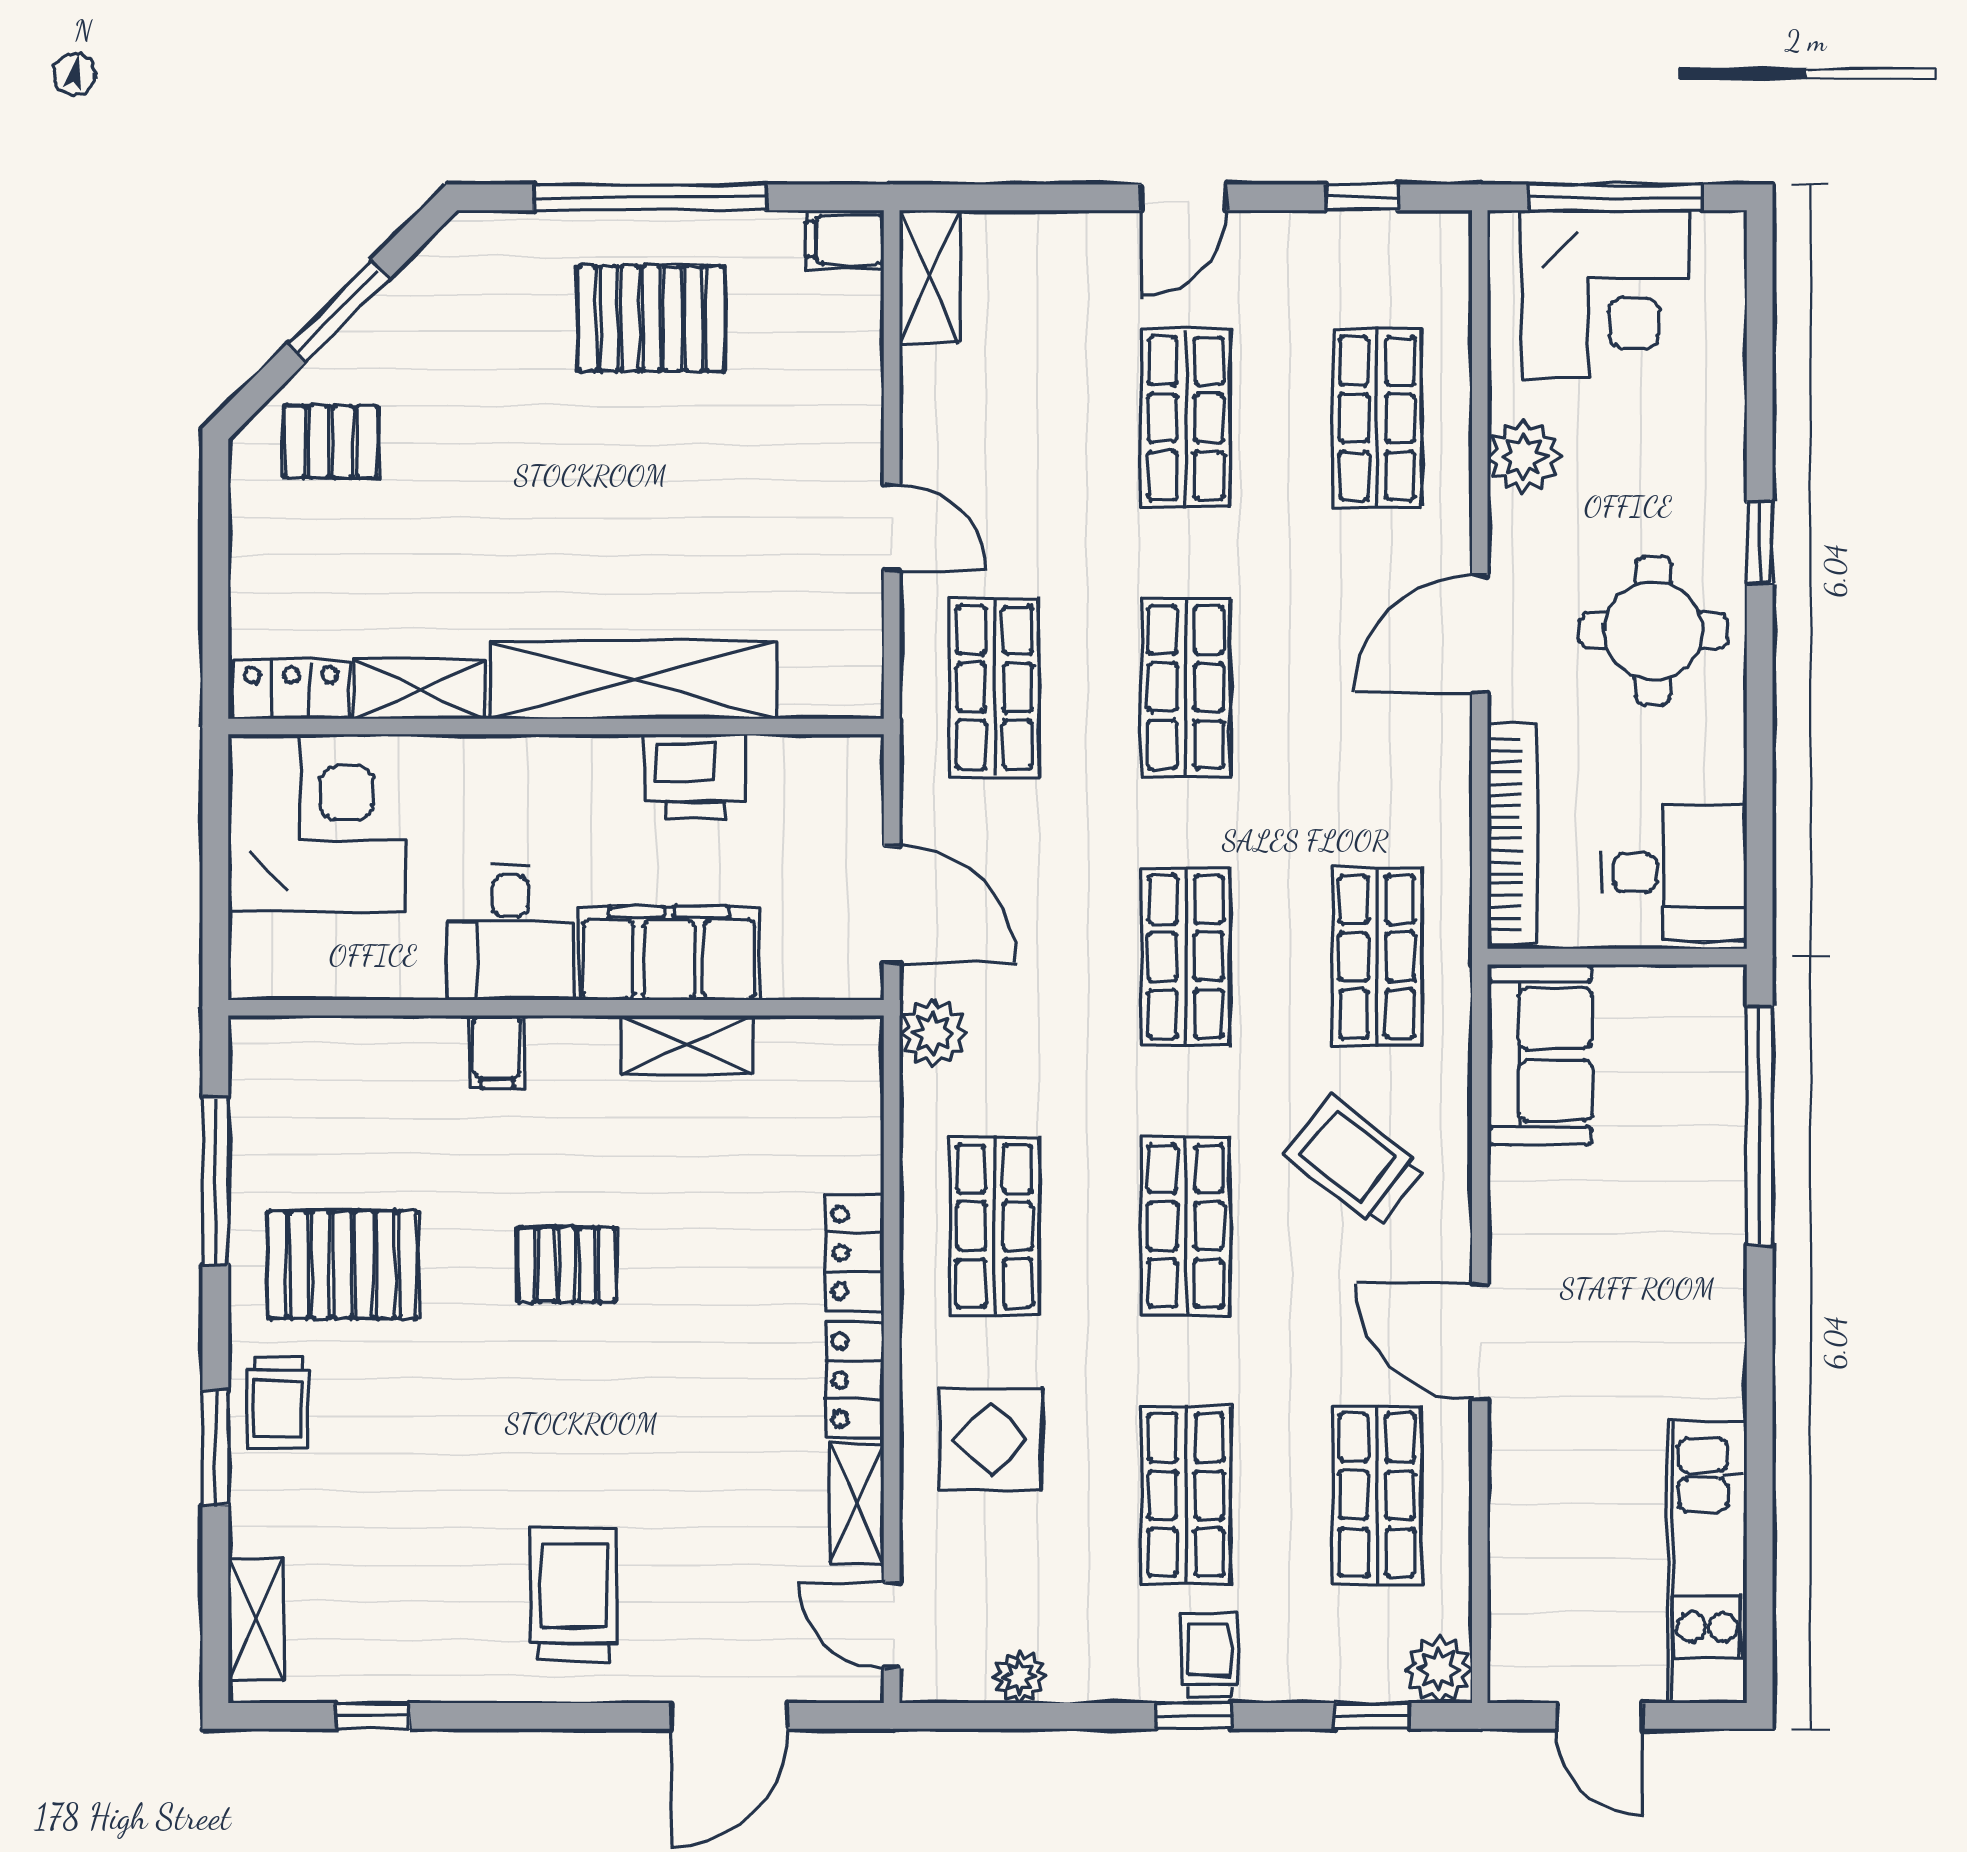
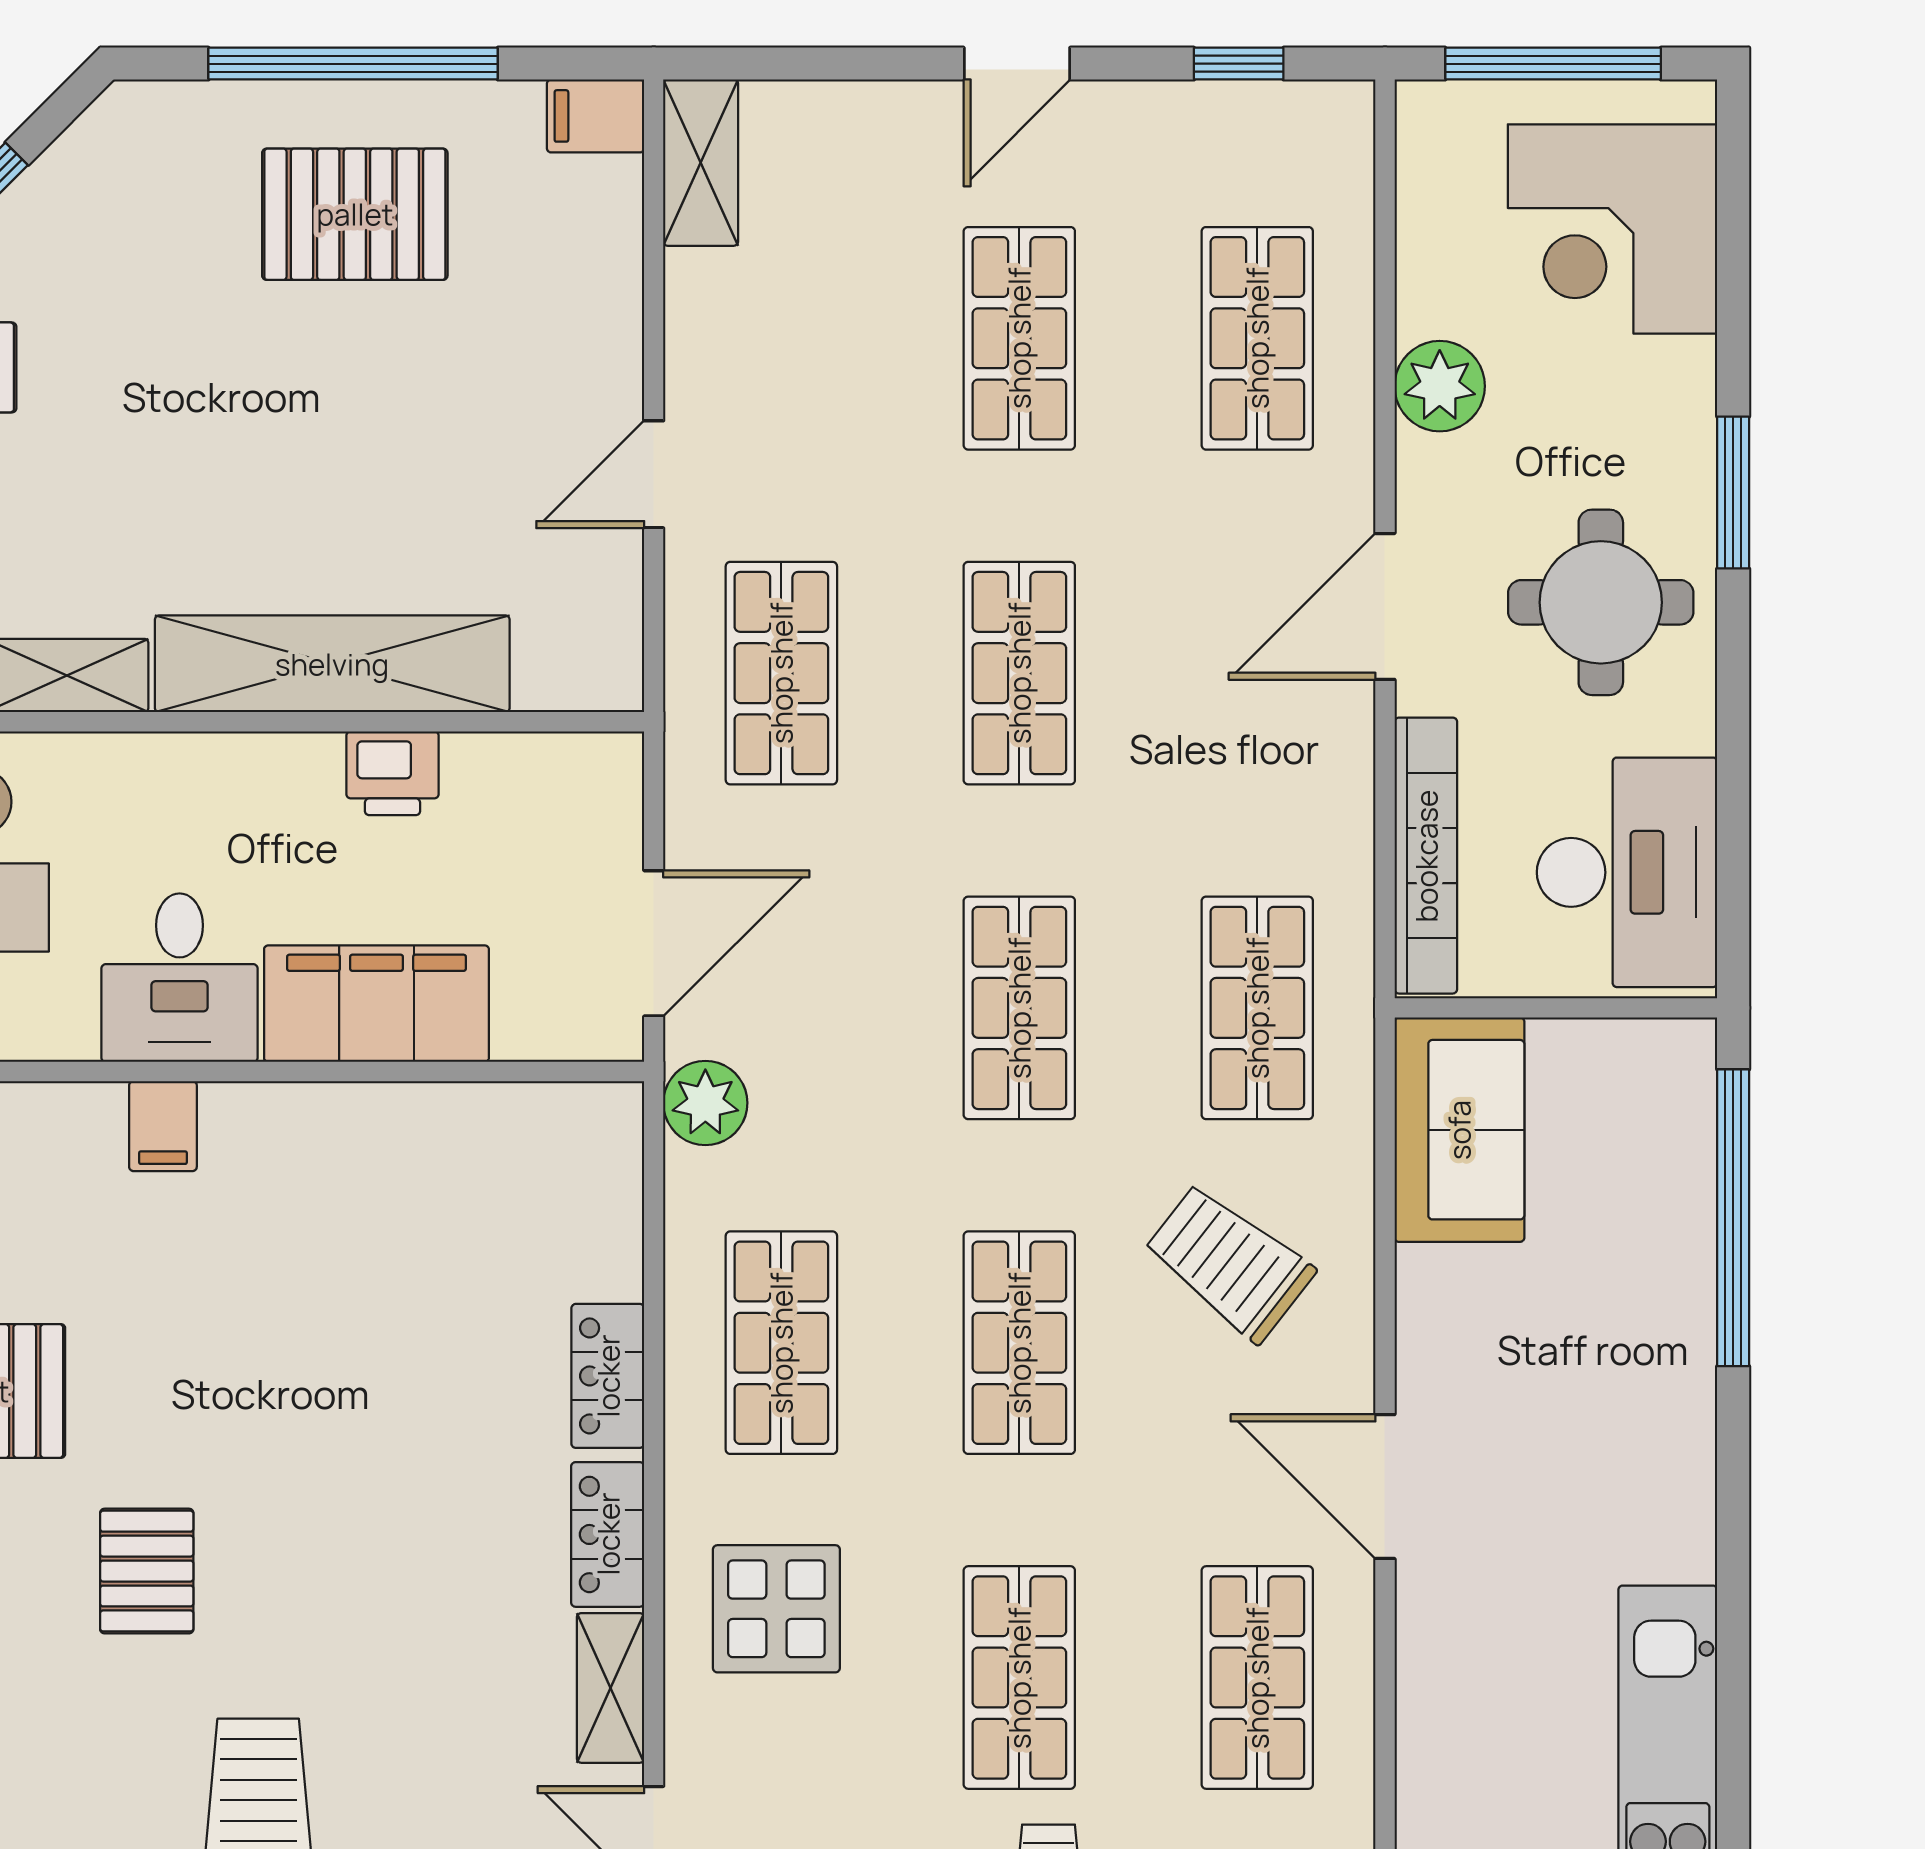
corner desk: (1605, 294) -> (1613, 229), moved, turned 90
door: (892, 528) -> (654, 474), swing flipped
window: (1760, 542) -> (1733, 493), width x1.50
printer: (695, 776) -> (393, 773), width x0.73, depth x0.81
desk: (1674, 873) -> (1627, 872), width x1.37
door: (892, 905) -> (654, 943), hinge flipped
shelving: (686, 1045) -> (399, 1118), removed
pallet: (567, 1265) -> (147, 1571), moved, turned 90

